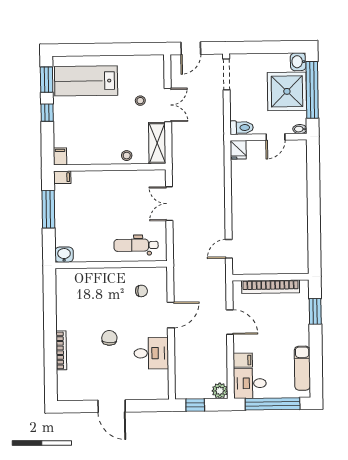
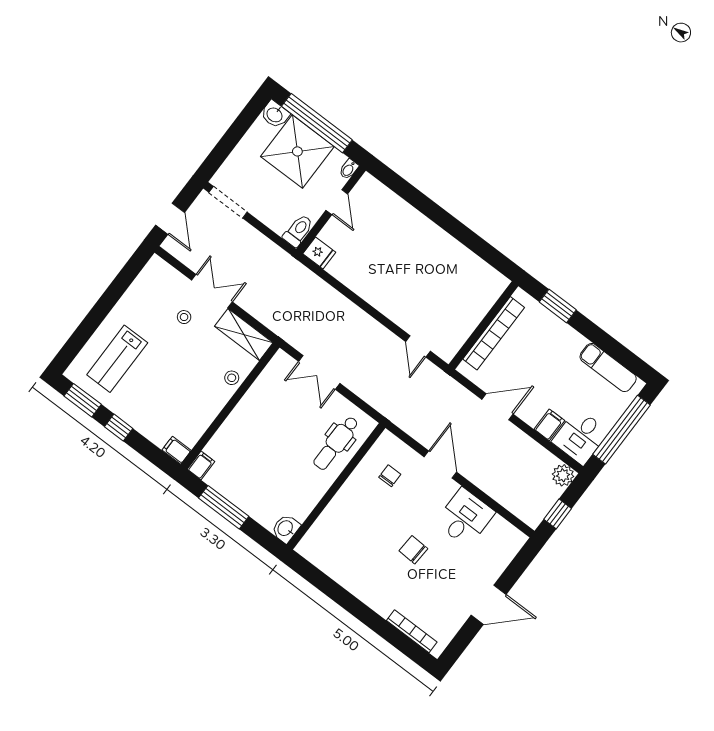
lab bench: (86, 81) -> (117, 359), width x0.73, depth x0.72
bookcase: (61, 350) -> (412, 631), moved

